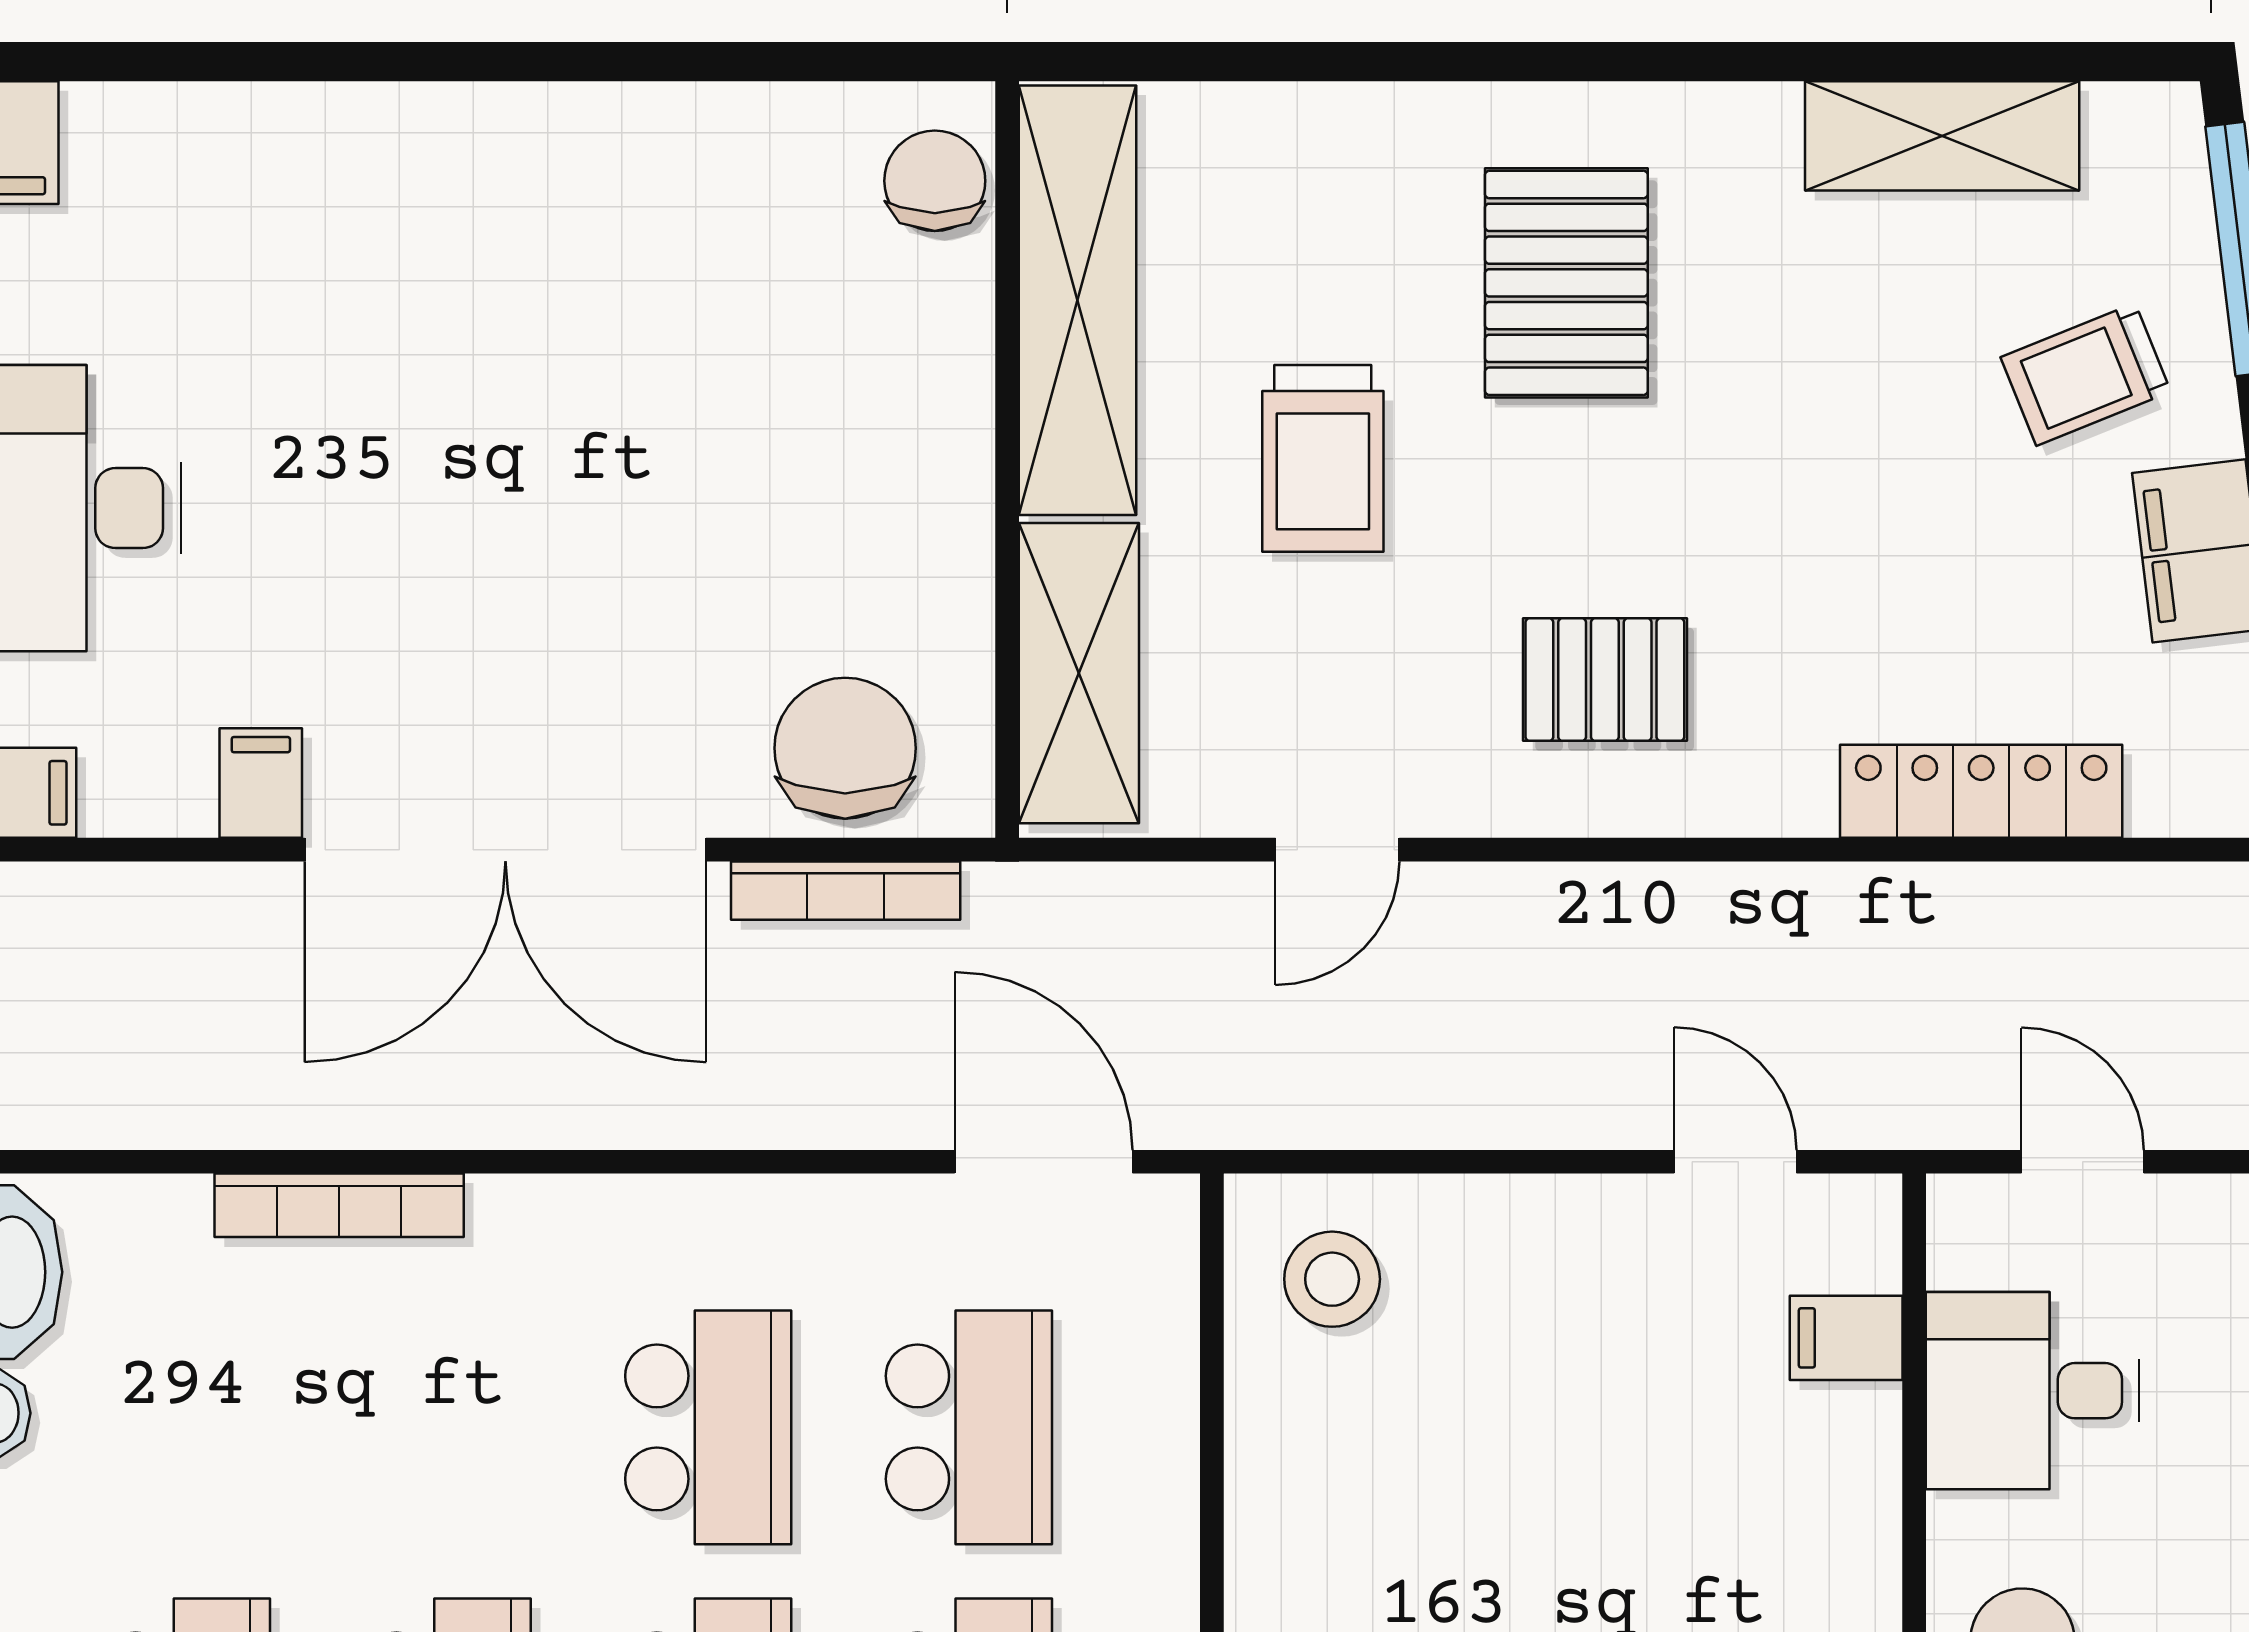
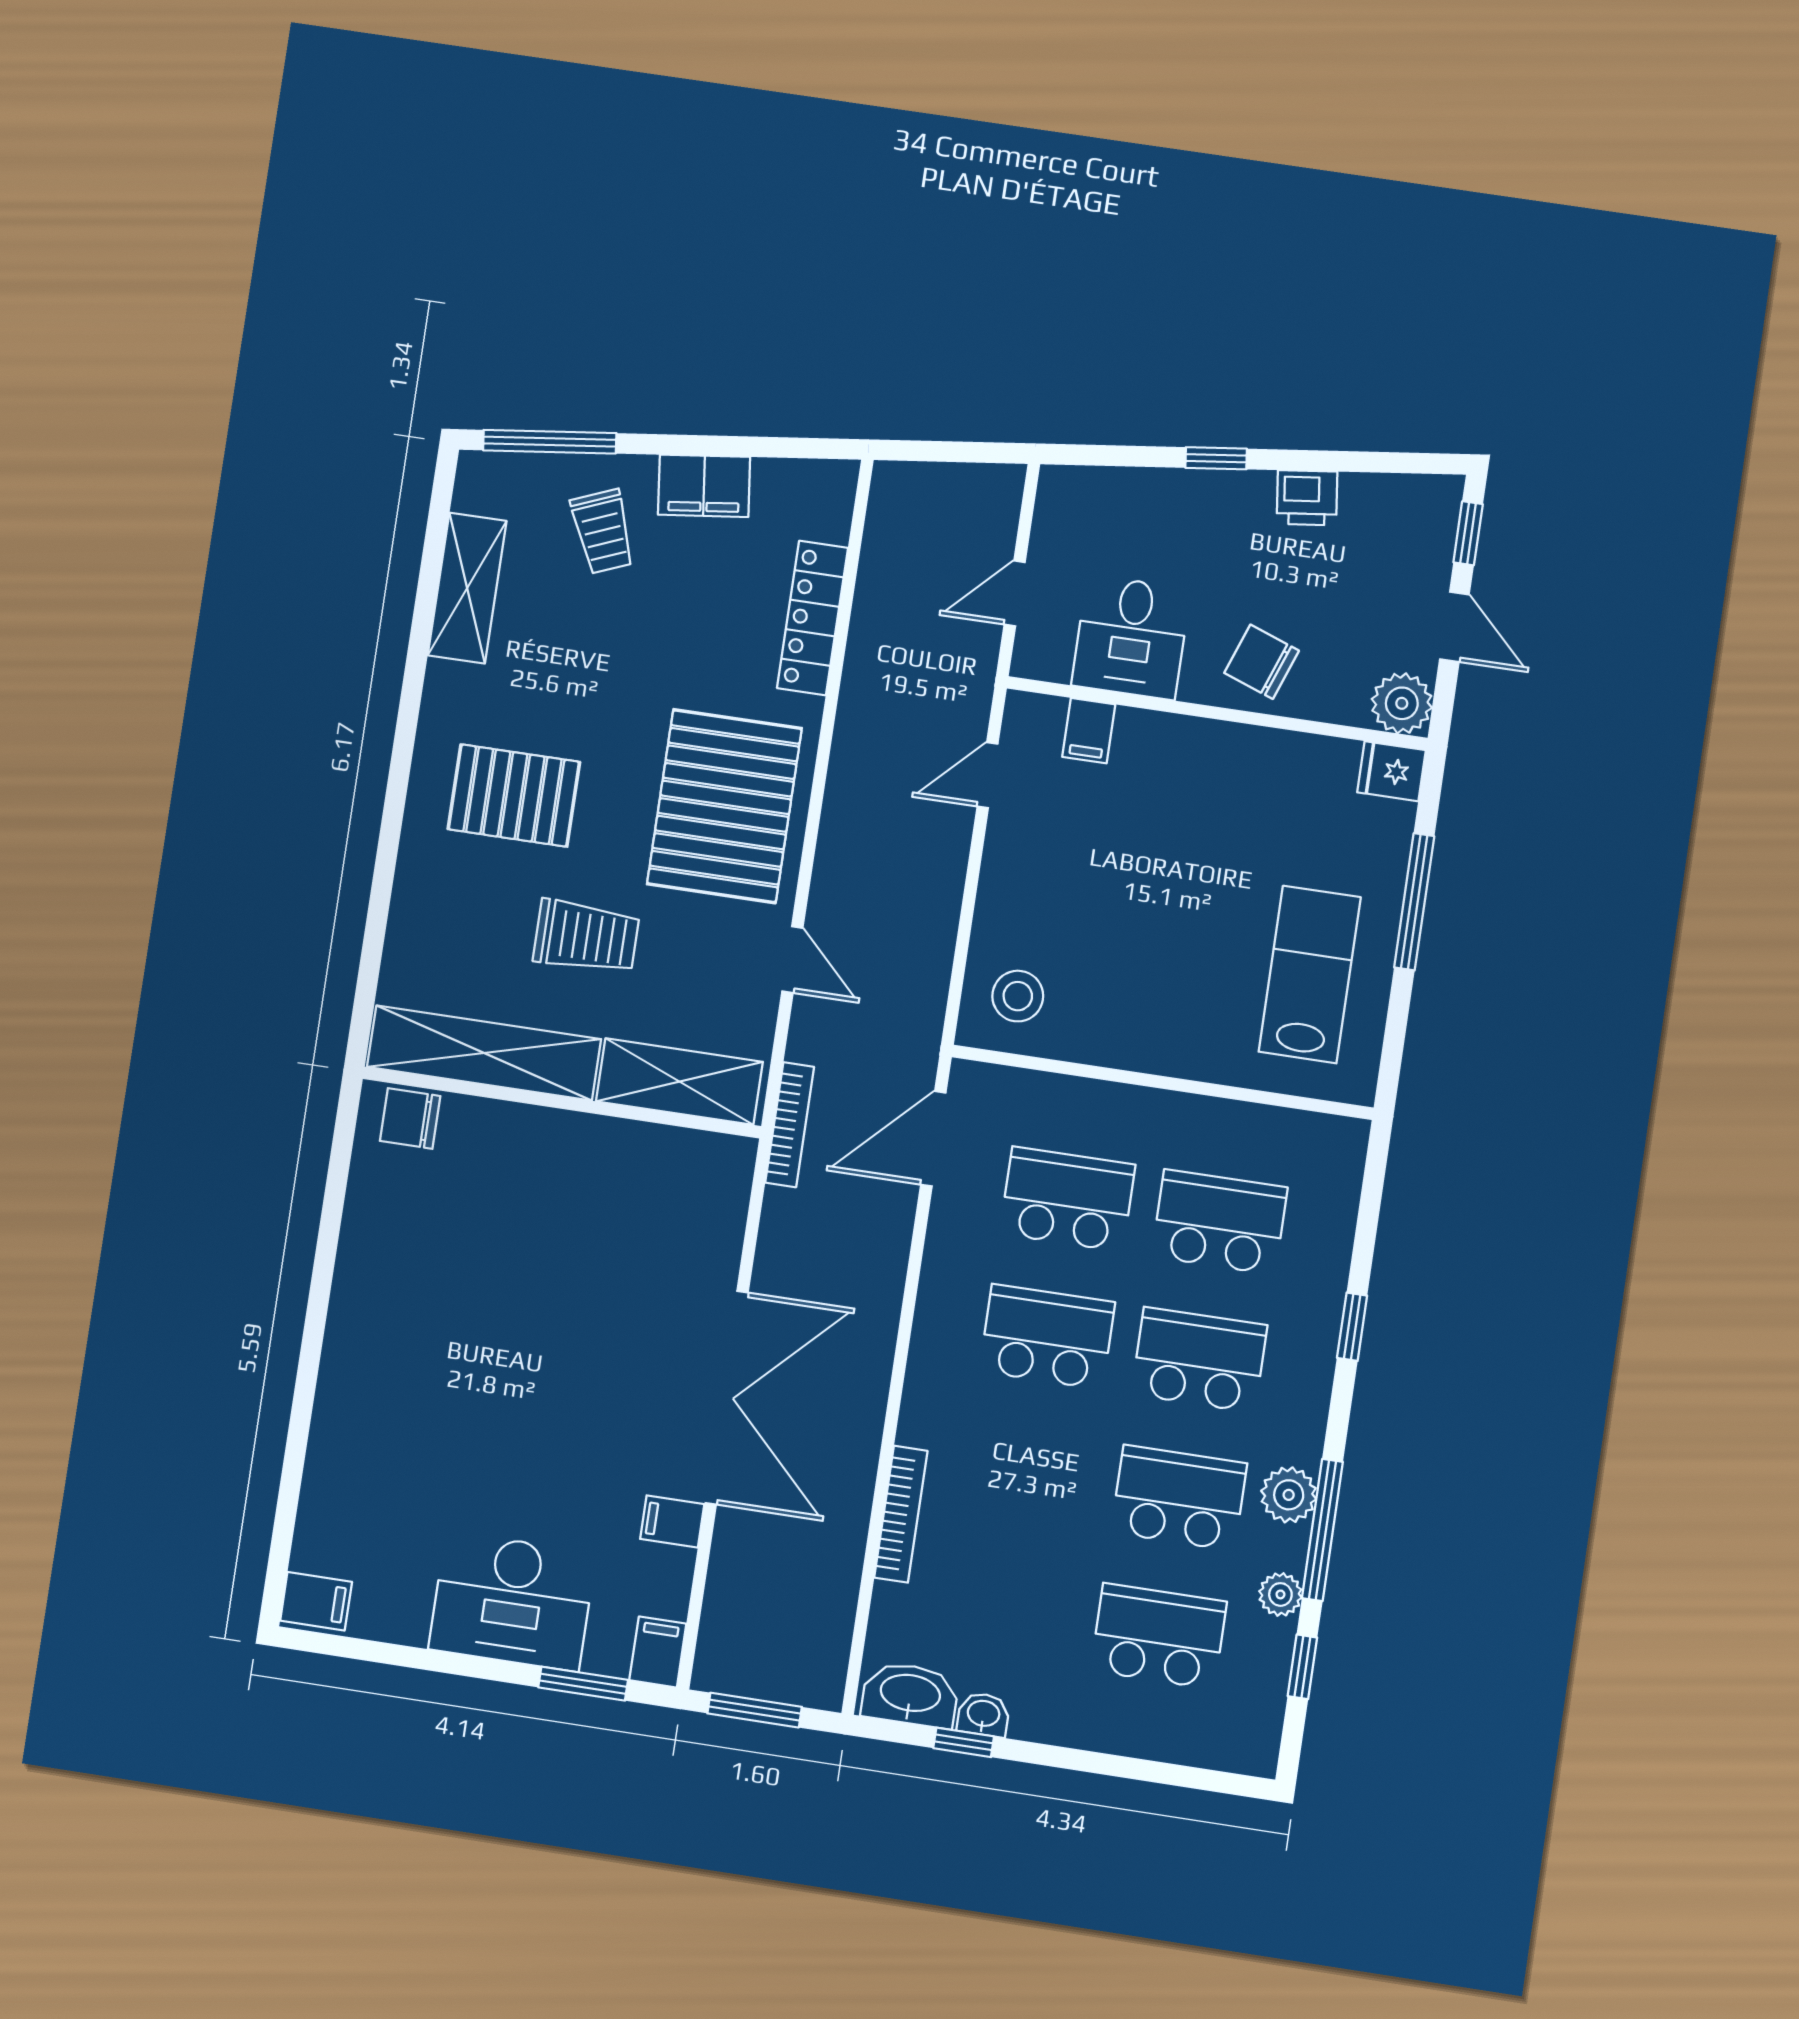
pallet: (1605, 680) -> (724, 806), width x2.05, depth x2.00
chair: (845, 748) -> (700, 1210), removed
bookcase: (846, 891) -> (790, 1125), moved

